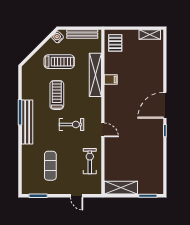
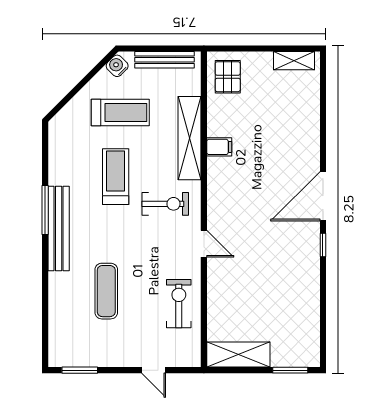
exercise bike: (72, 124) -> (165, 204), moved
exercise mat: (50, 166) -> (106, 291), moved

